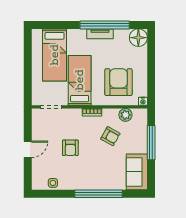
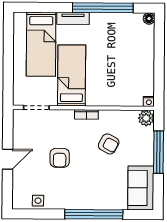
tv unit: (100, 34) -> (73, 18), moved
floor lamp: (138, 38) -> (149, 19), width x0.53, depth x0.53
armchair: (118, 82) -> (119, 78), removed
plant: (125, 115) -> (146, 118), moved

